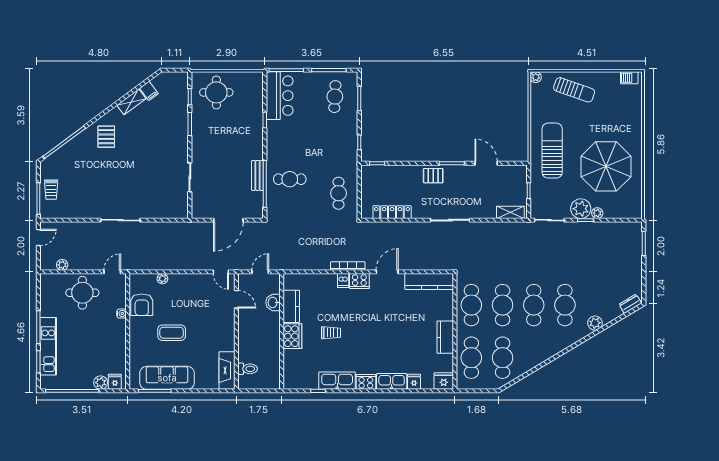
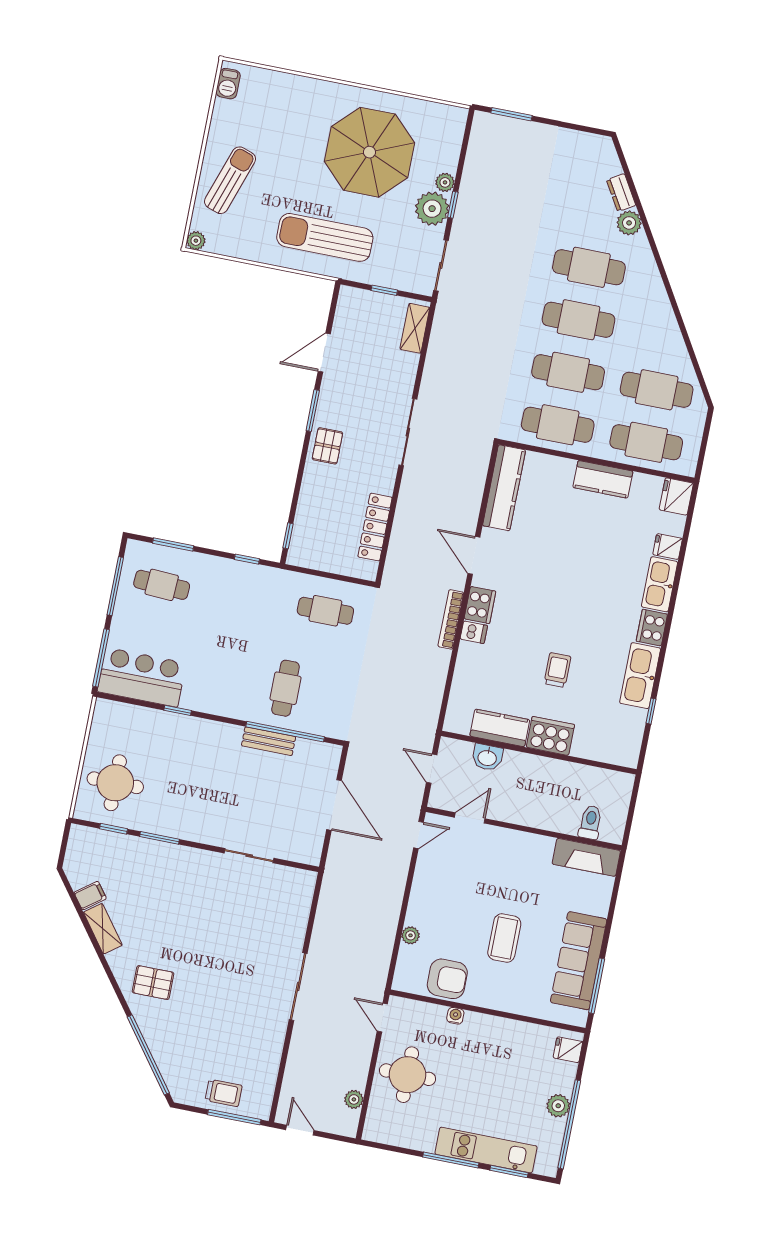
dresser: (630, 304) -> (621, 193), moved
plant: (101, 383) -> (558, 1106), moved

